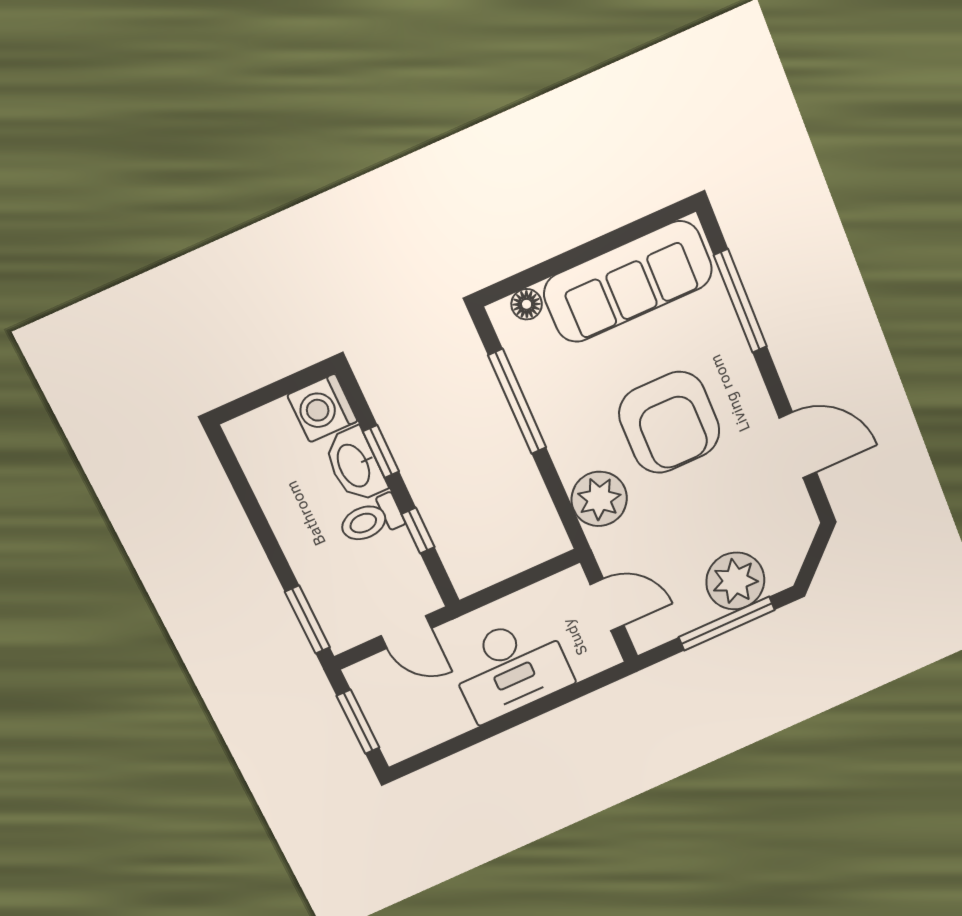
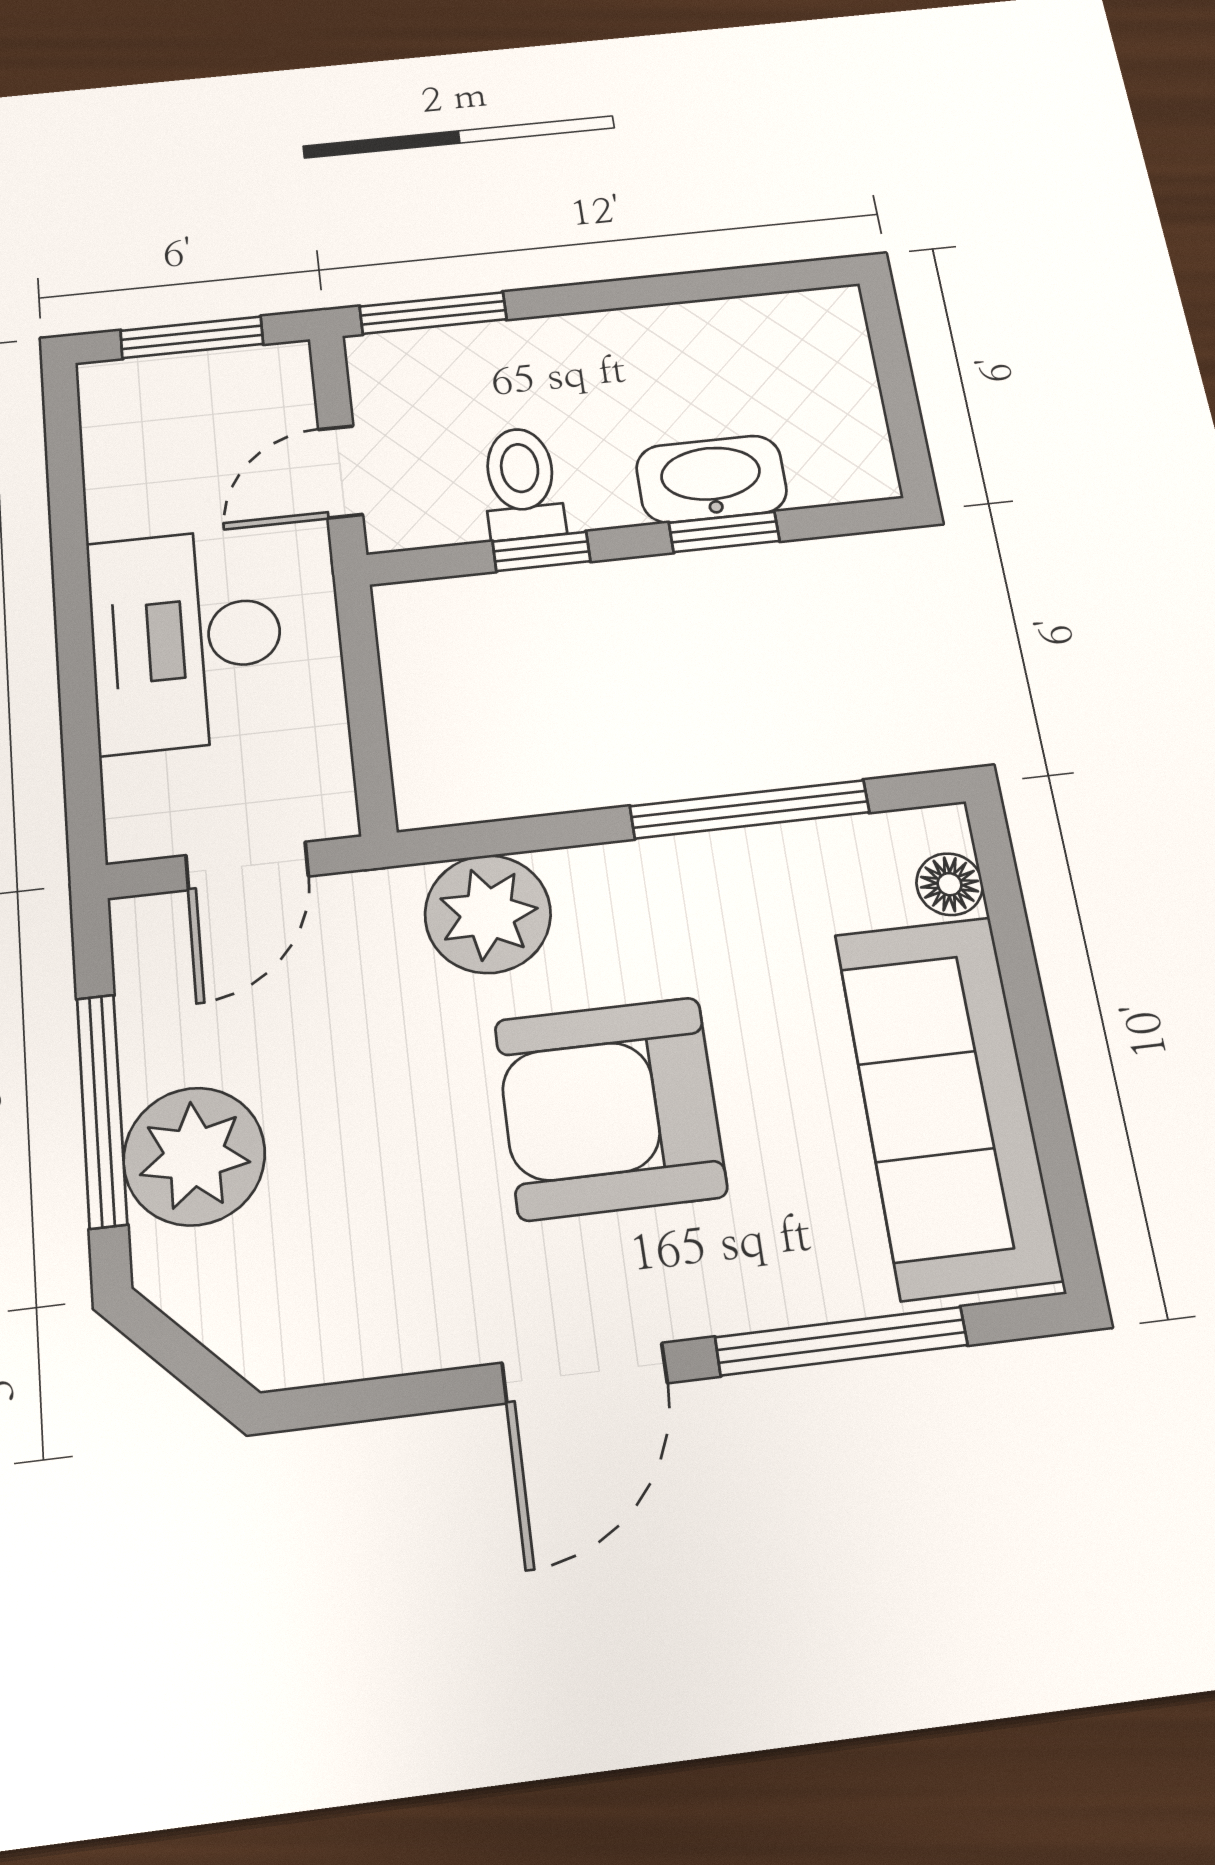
washing machine: (322, 408) -> (841, 457), removed
door: (798, 445) -> (585, 1373), moved
toilet: (371, 520) -> (522, 483), moved

